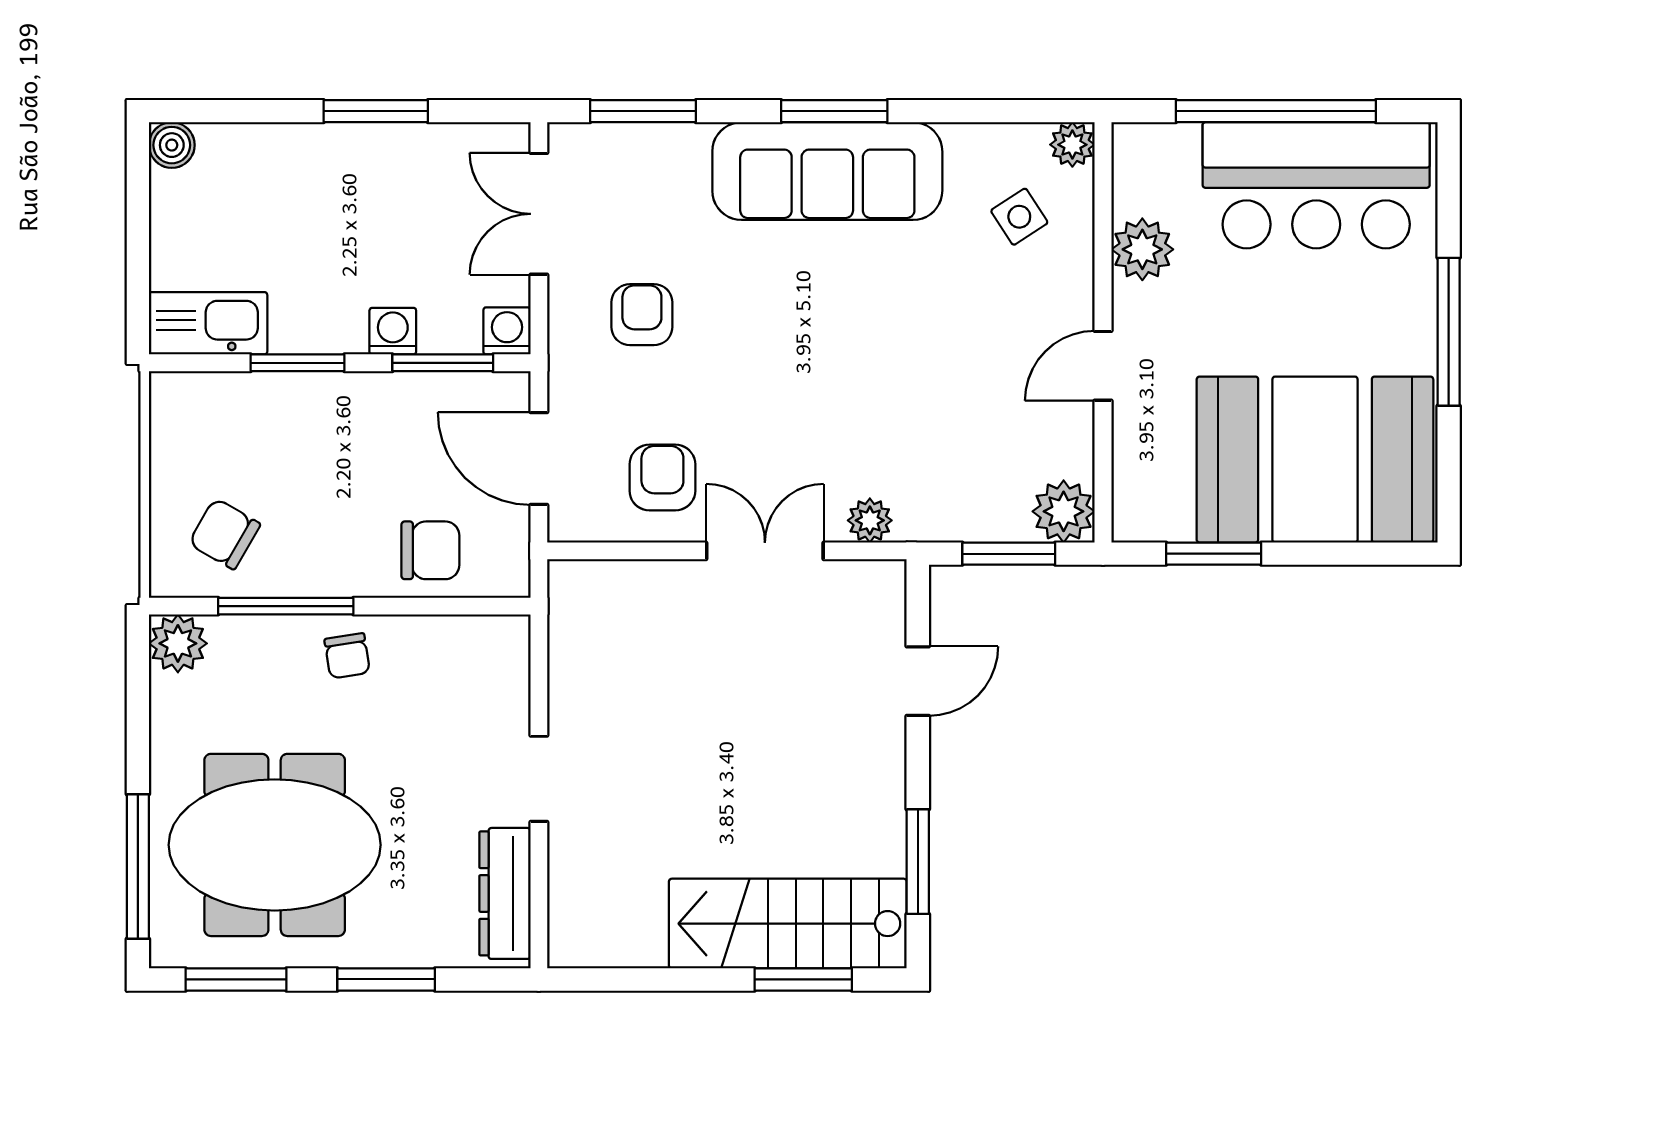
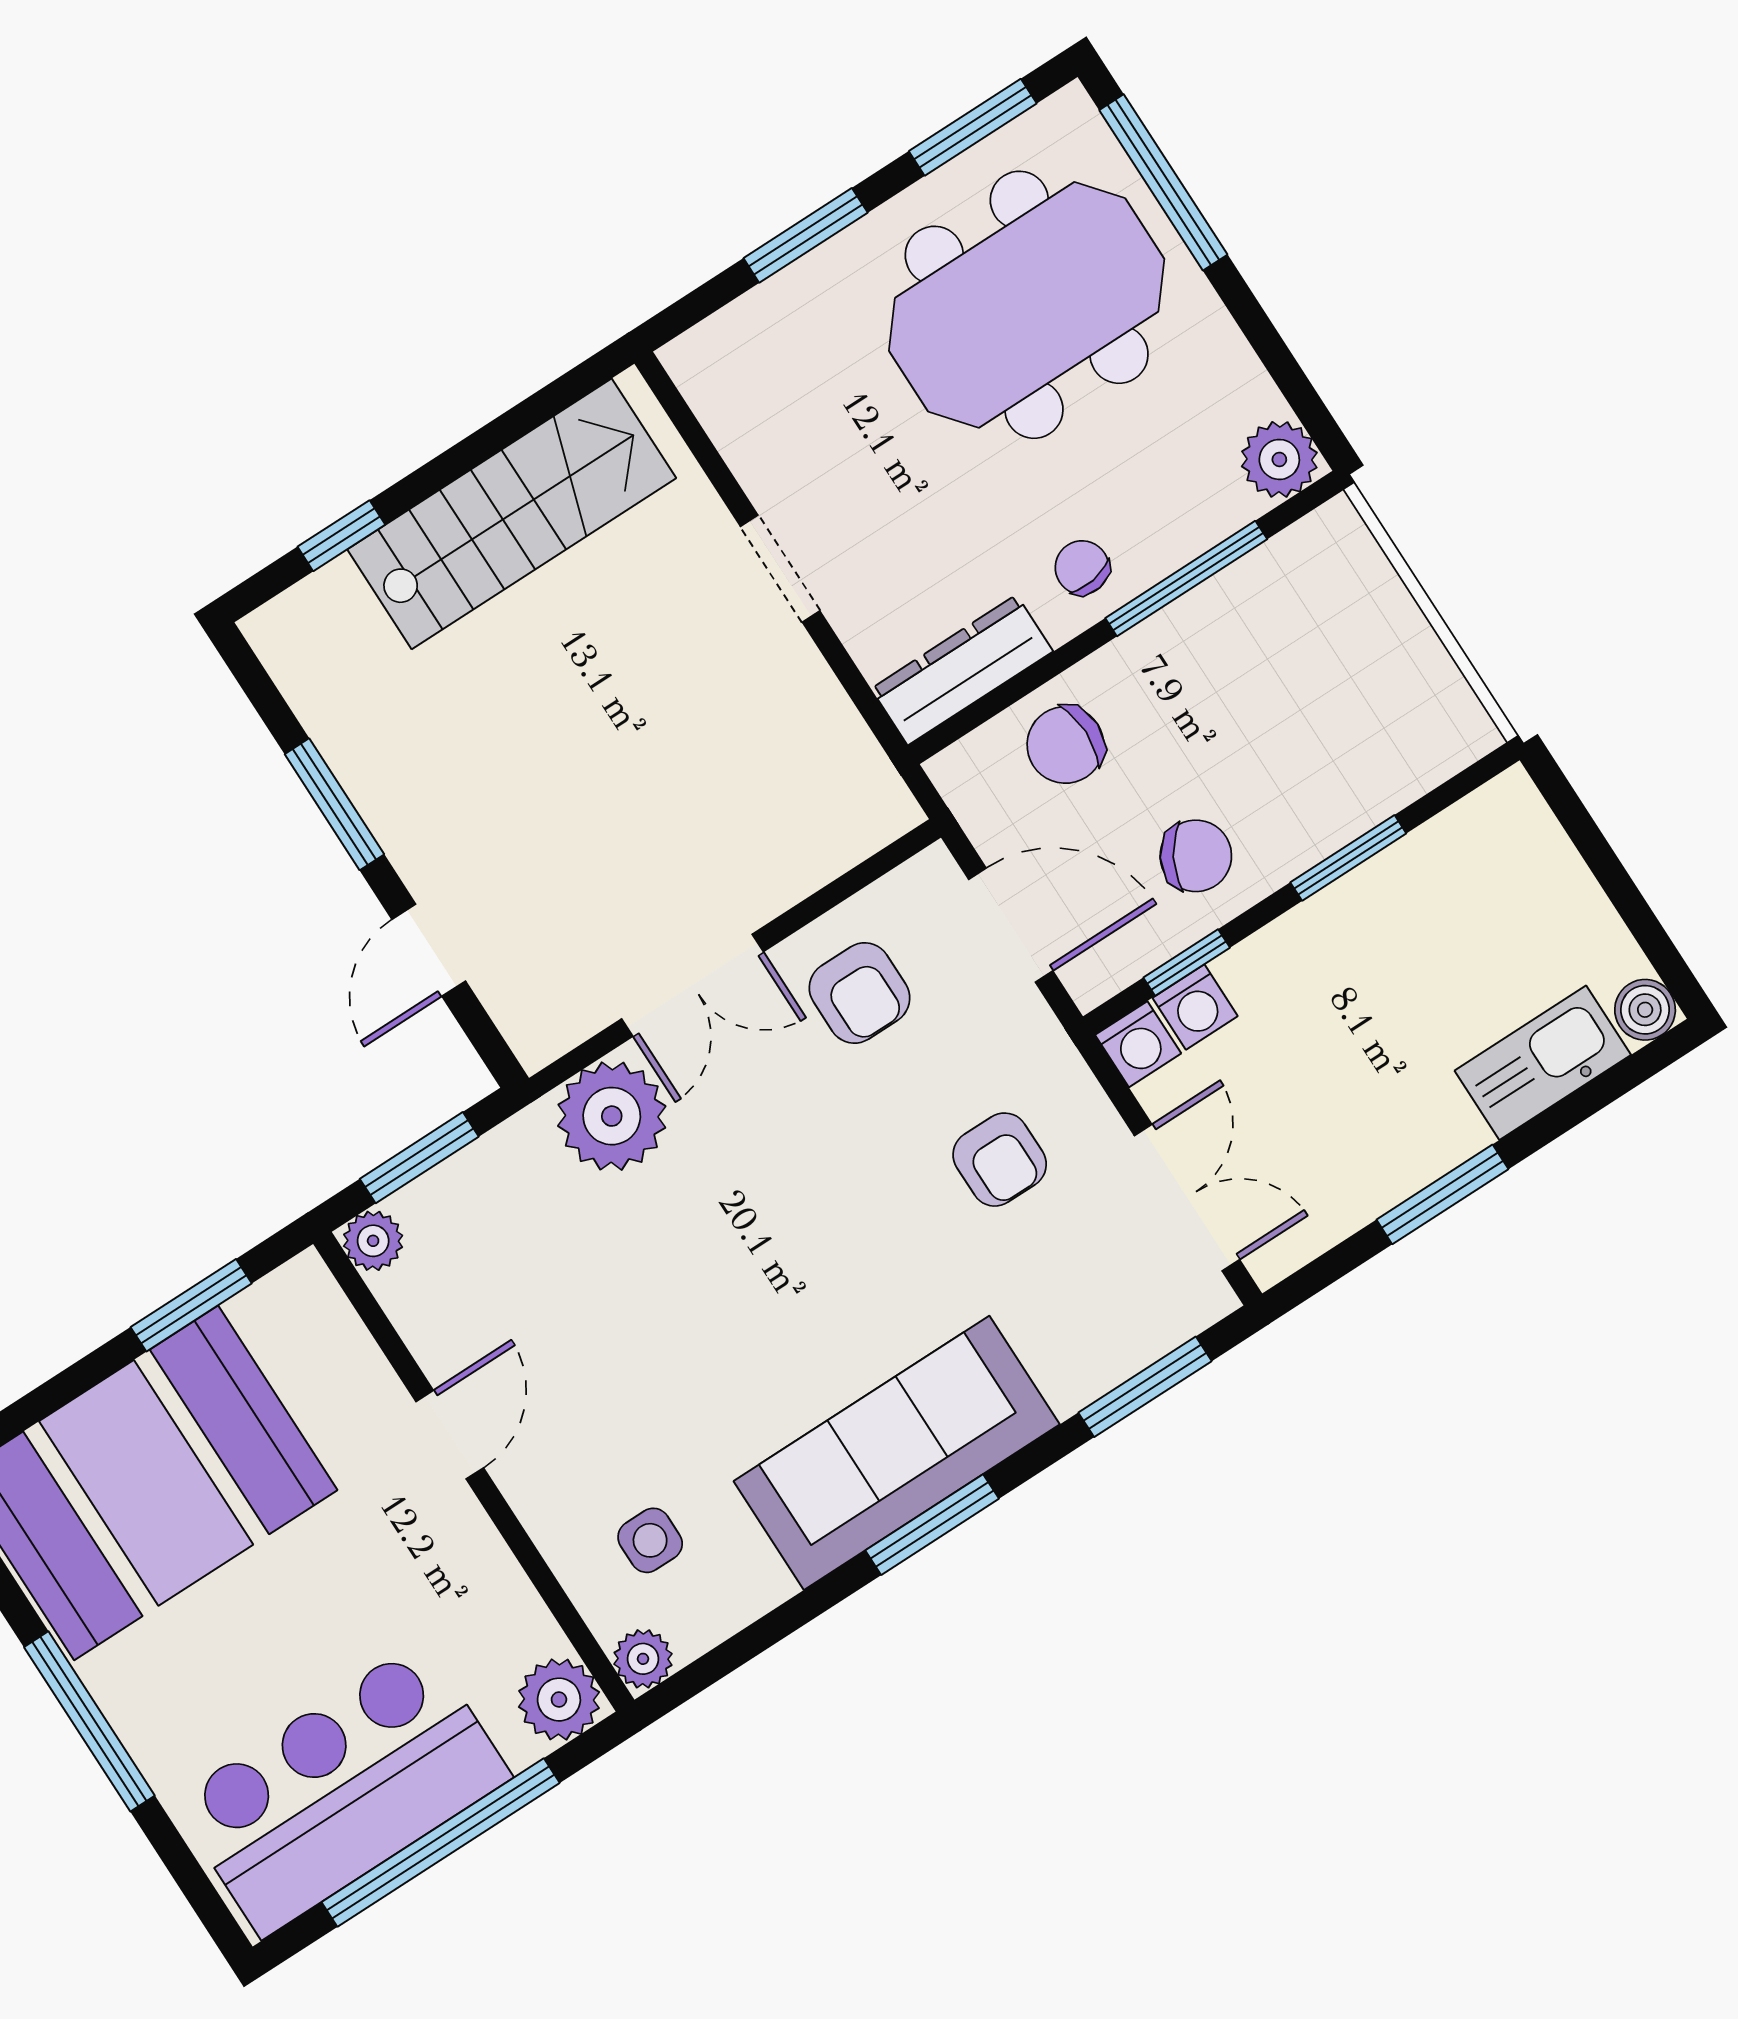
side table: (1019, 217) -> (650, 1540), turned 33
plant: (1142, 249) -> (559, 1700), moved
kitchen sink: (208, 323) -> (1543, 1063), moved, turned 180
washing machine: (393, 331) -> (1195, 1007), moved
window: (443, 363) -> (1187, 963), width x0.67
plant: (1064, 511) -> (373, 1241), width x0.73, depth x0.73
plant: (870, 520) -> (612, 1116), width x1.87, depth x1.87
chair: (224, 534) -> (1196, 856), moved
window: (918, 862) -> (334, 804), moved
dresser: (505, 893) -> (962, 670), moved, turned -90
stairs: (788, 924) -> (512, 514), moved
window: (803, 979) -> (341, 536), width x0.67

